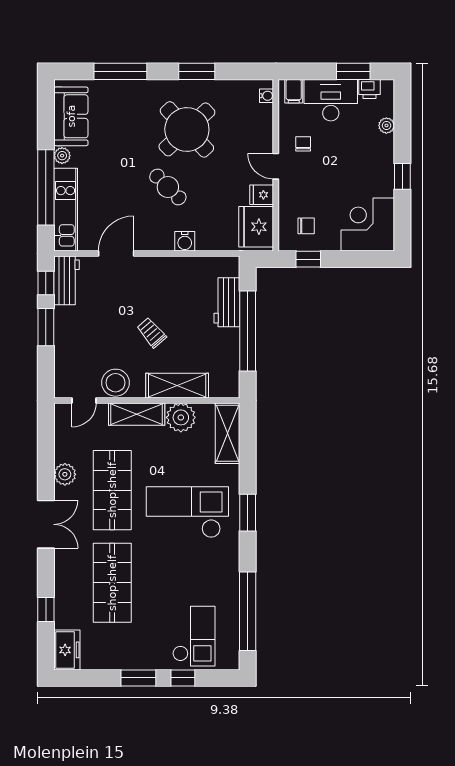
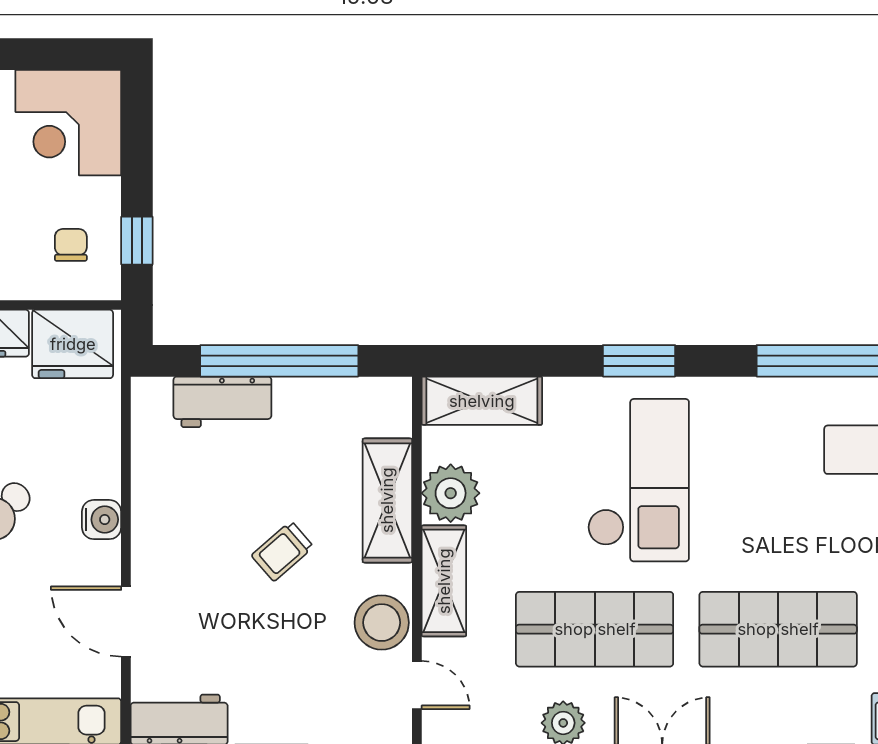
water cooler: (185, 241) -> (102, 520), moved
checkout: (187, 512) -> (638, 480), turned 180

